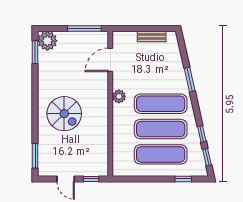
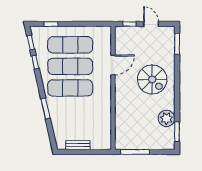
plant: (47, 41) -> (167, 118), moved
door: (110, 60) -> (113, 65), moved
plant: (119, 96) -> (106, 94), removed
spiral stairs: (64, 114) -> (152, 79), turned 180

